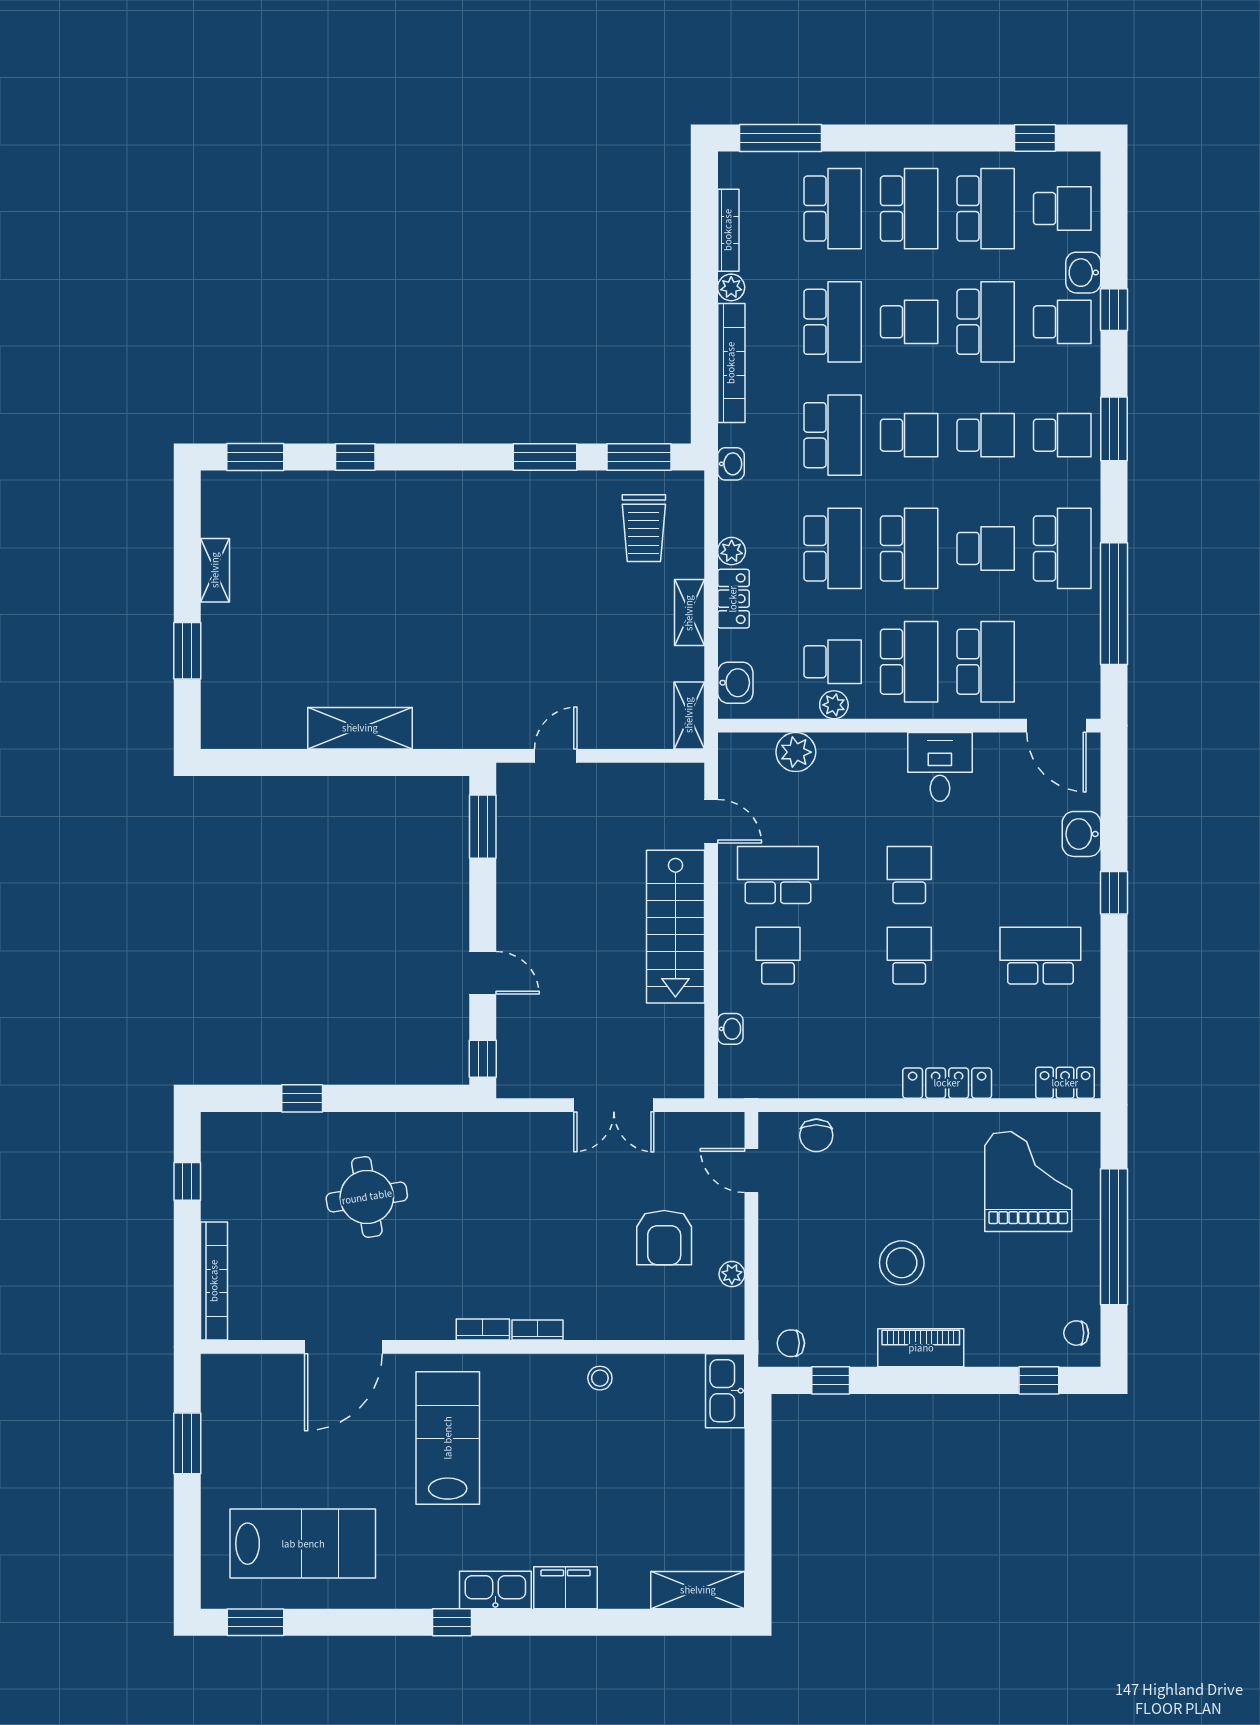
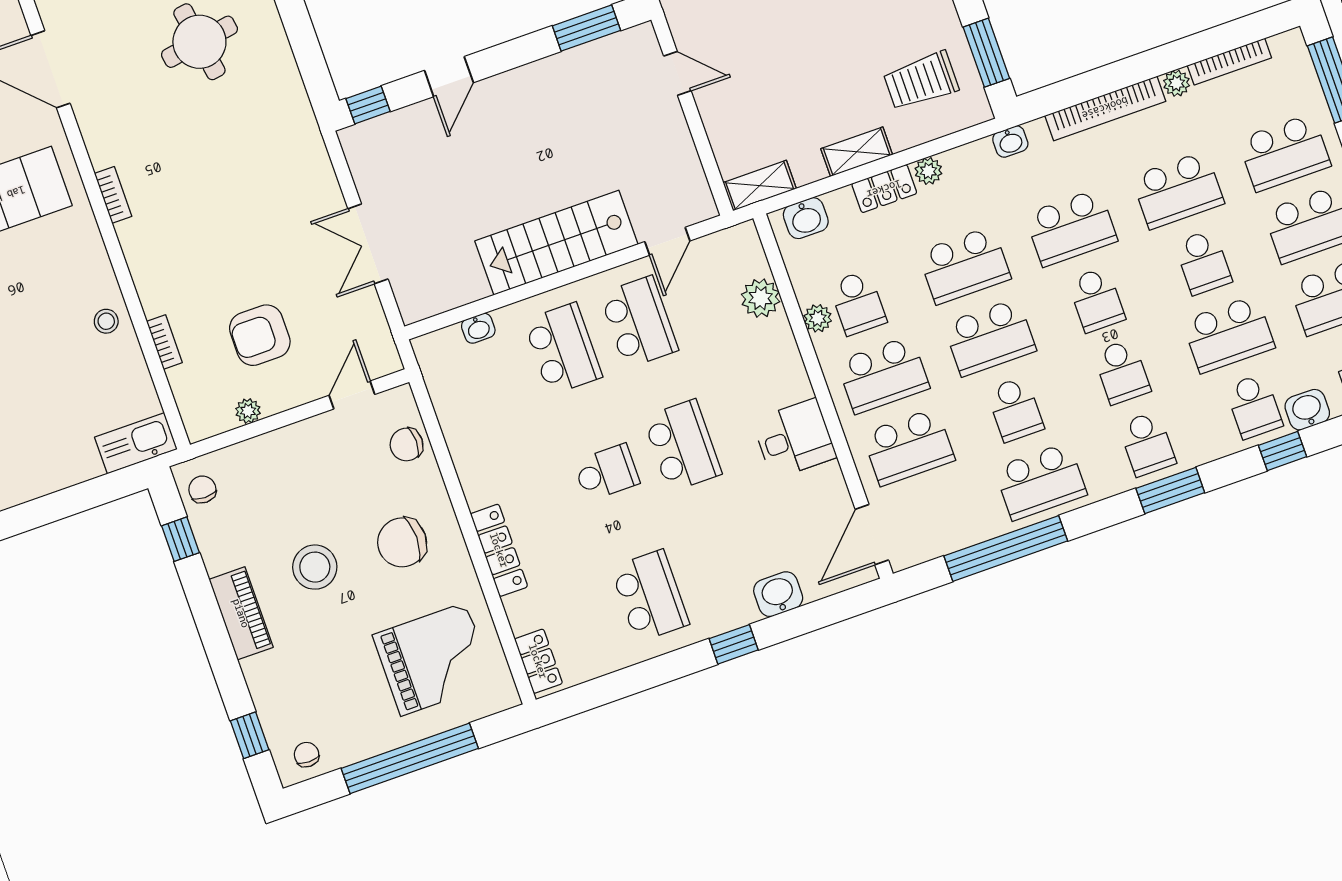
school desk: (909, 875) -> (682, 446), width x1.85
school desk: (778, 956) -> (563, 349), width x1.85
chair: (907, 1172) -> (402, 542), added
bookcase: (537, 1330) -> (164, 342), moved

